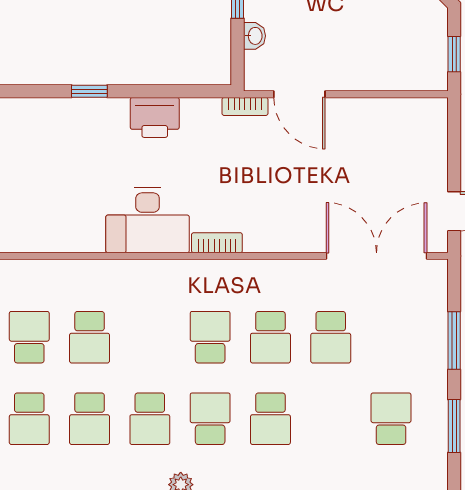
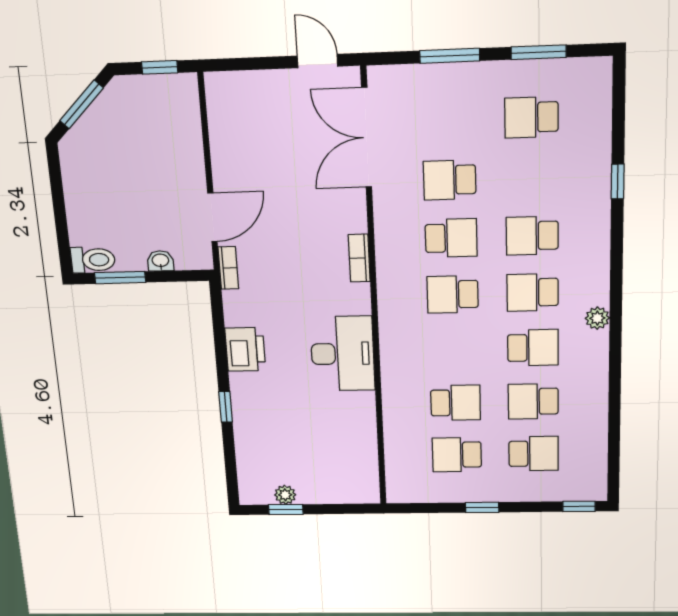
bookcase: (217, 243) -> (359, 258), moved
school desk: (331, 337) -> (450, 180), turned 180
school desk: (90, 419) -> (533, 401), turned 180
school desk: (270, 419) -> (532, 236), turned 180

